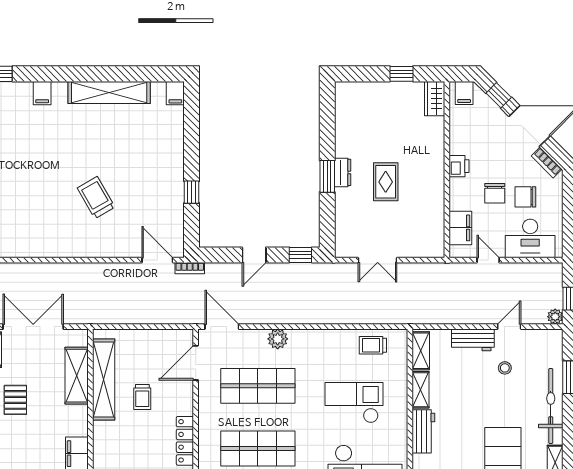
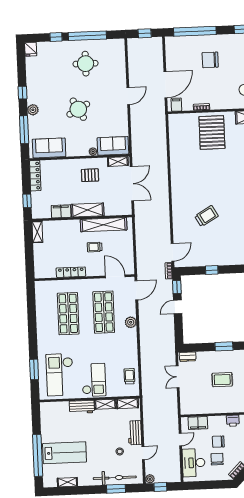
dresser: (343, 172) -> (188, 357), moved
door: (254, 255) -> (178, 307), hinge flipped
window: (300, 255) -> (177, 287), moved
door: (509, 327) -> (143, 453), hinge flipped
shelving: (77, 376) -> (88, 210), moved
checkout: (354, 403) -> (94, 380), moved
bicycle: (551, 406) -> (115, 478), moved

